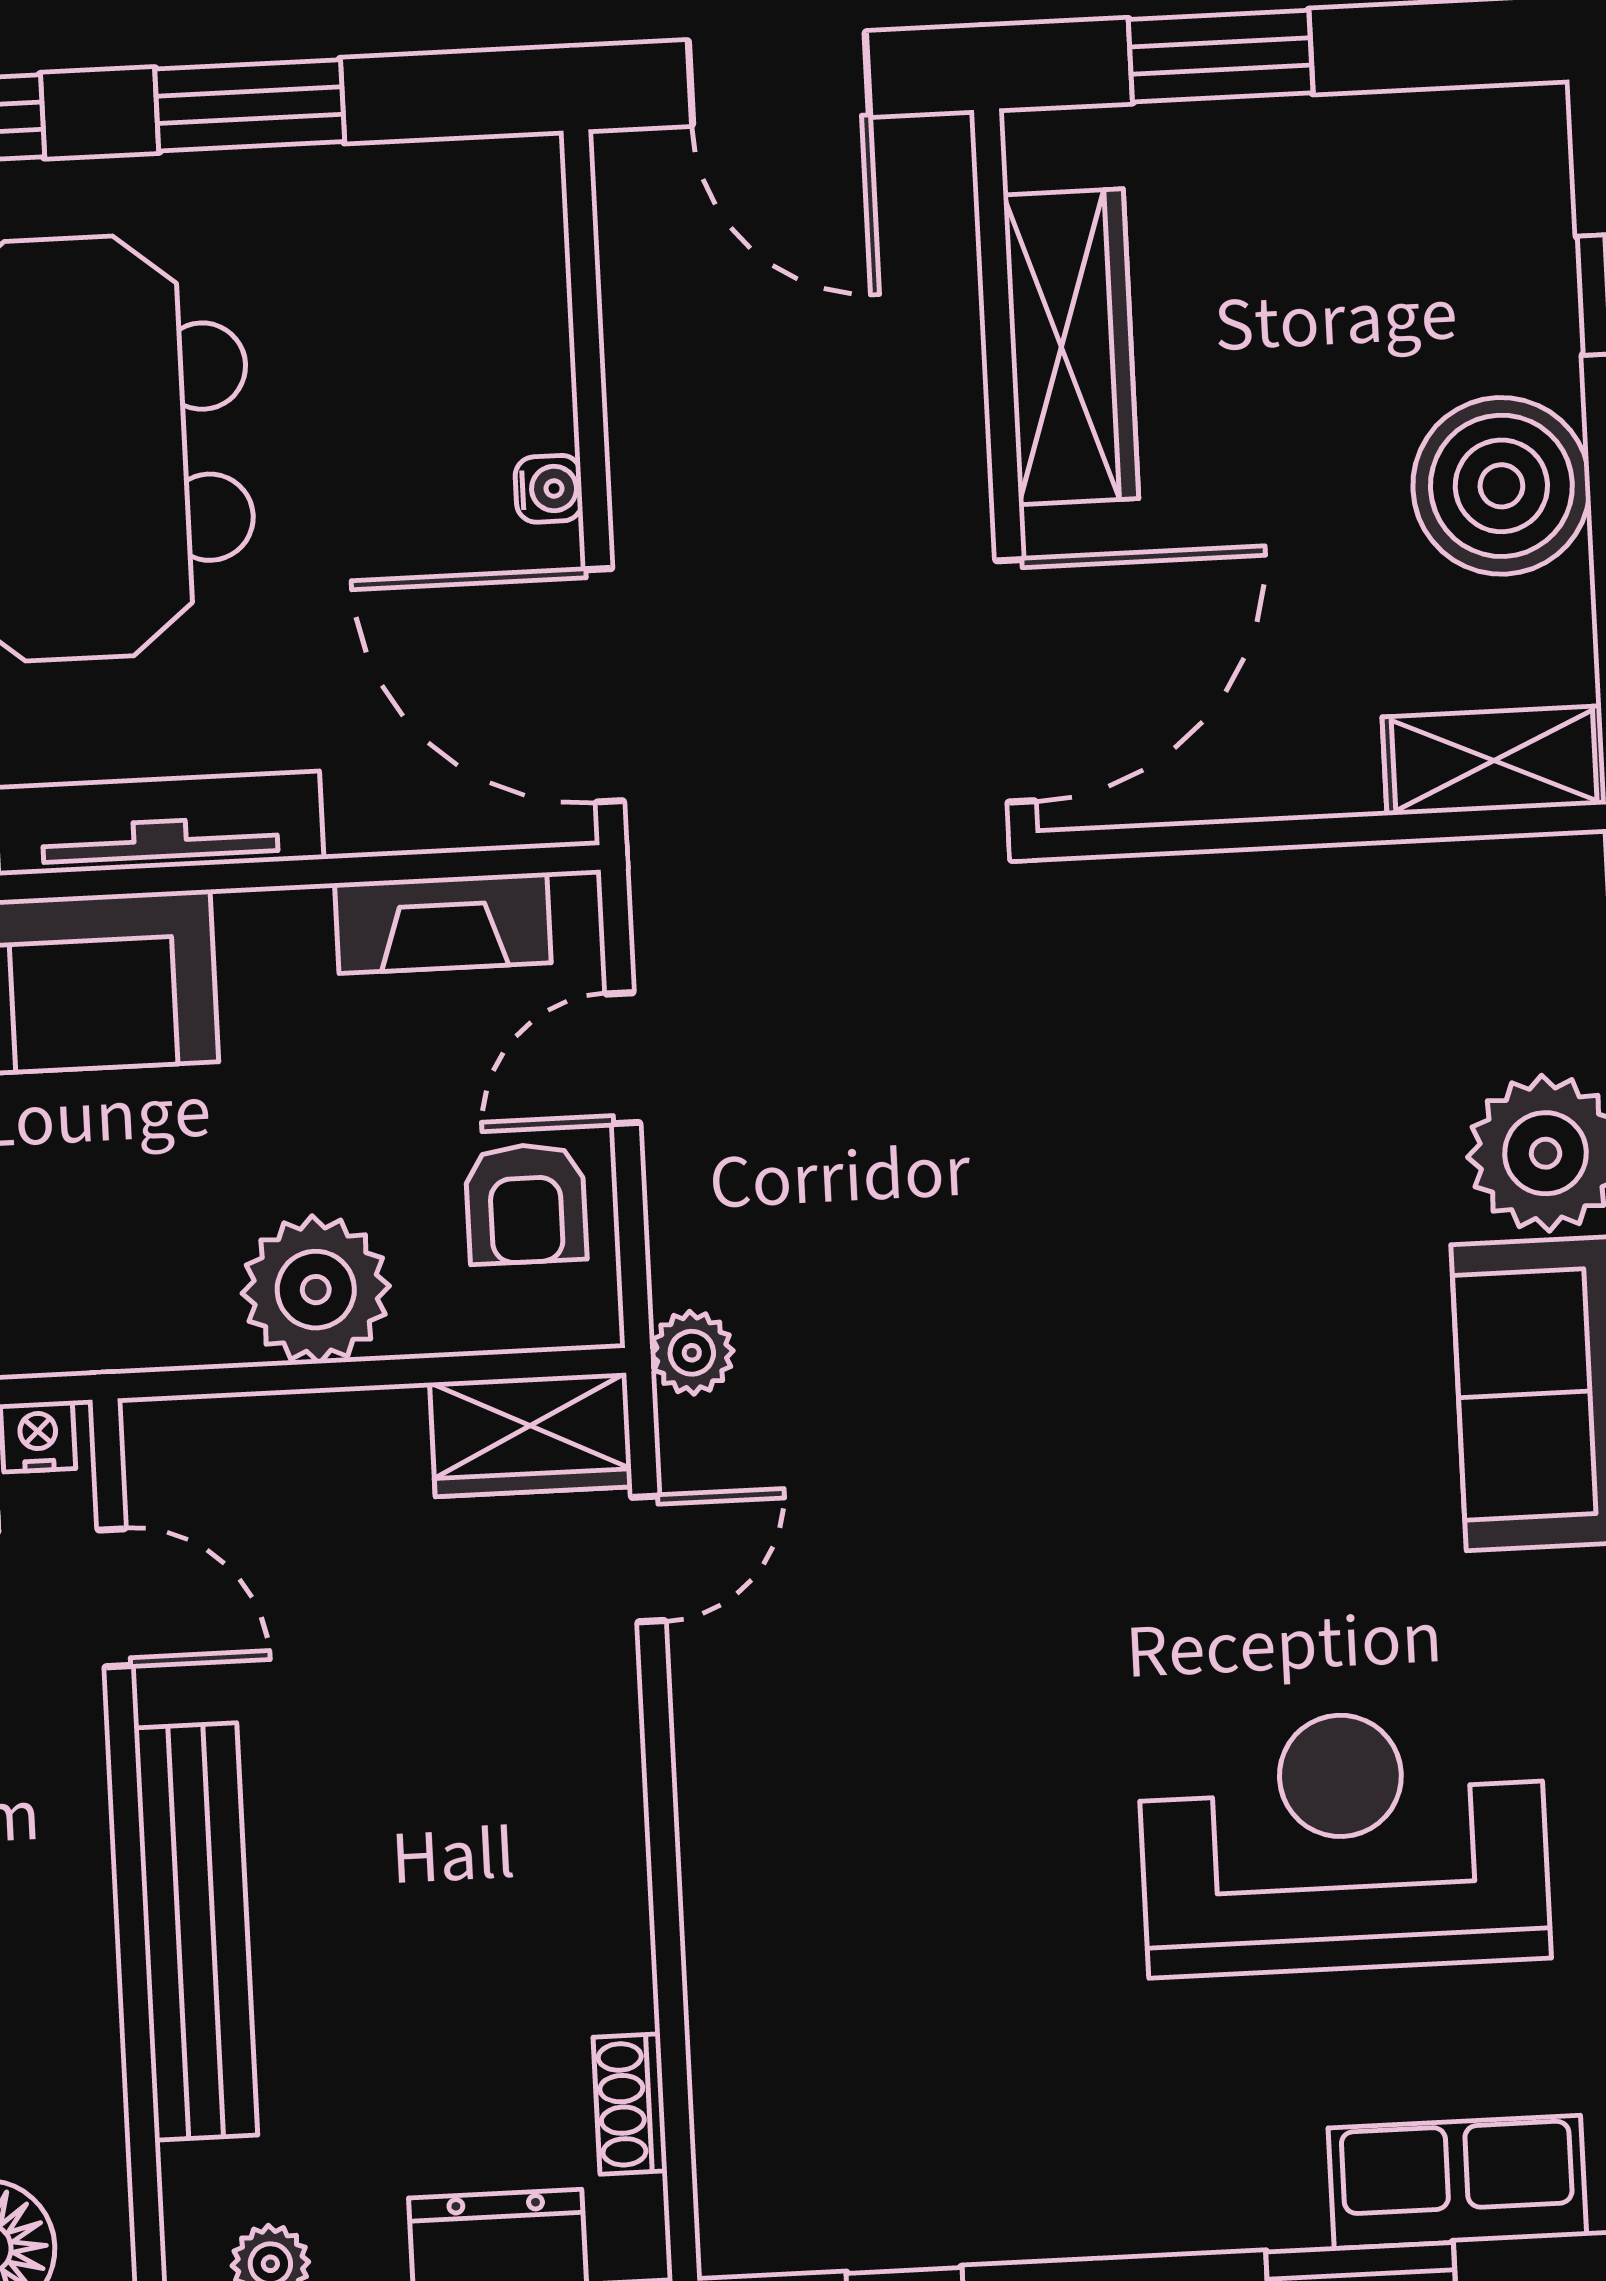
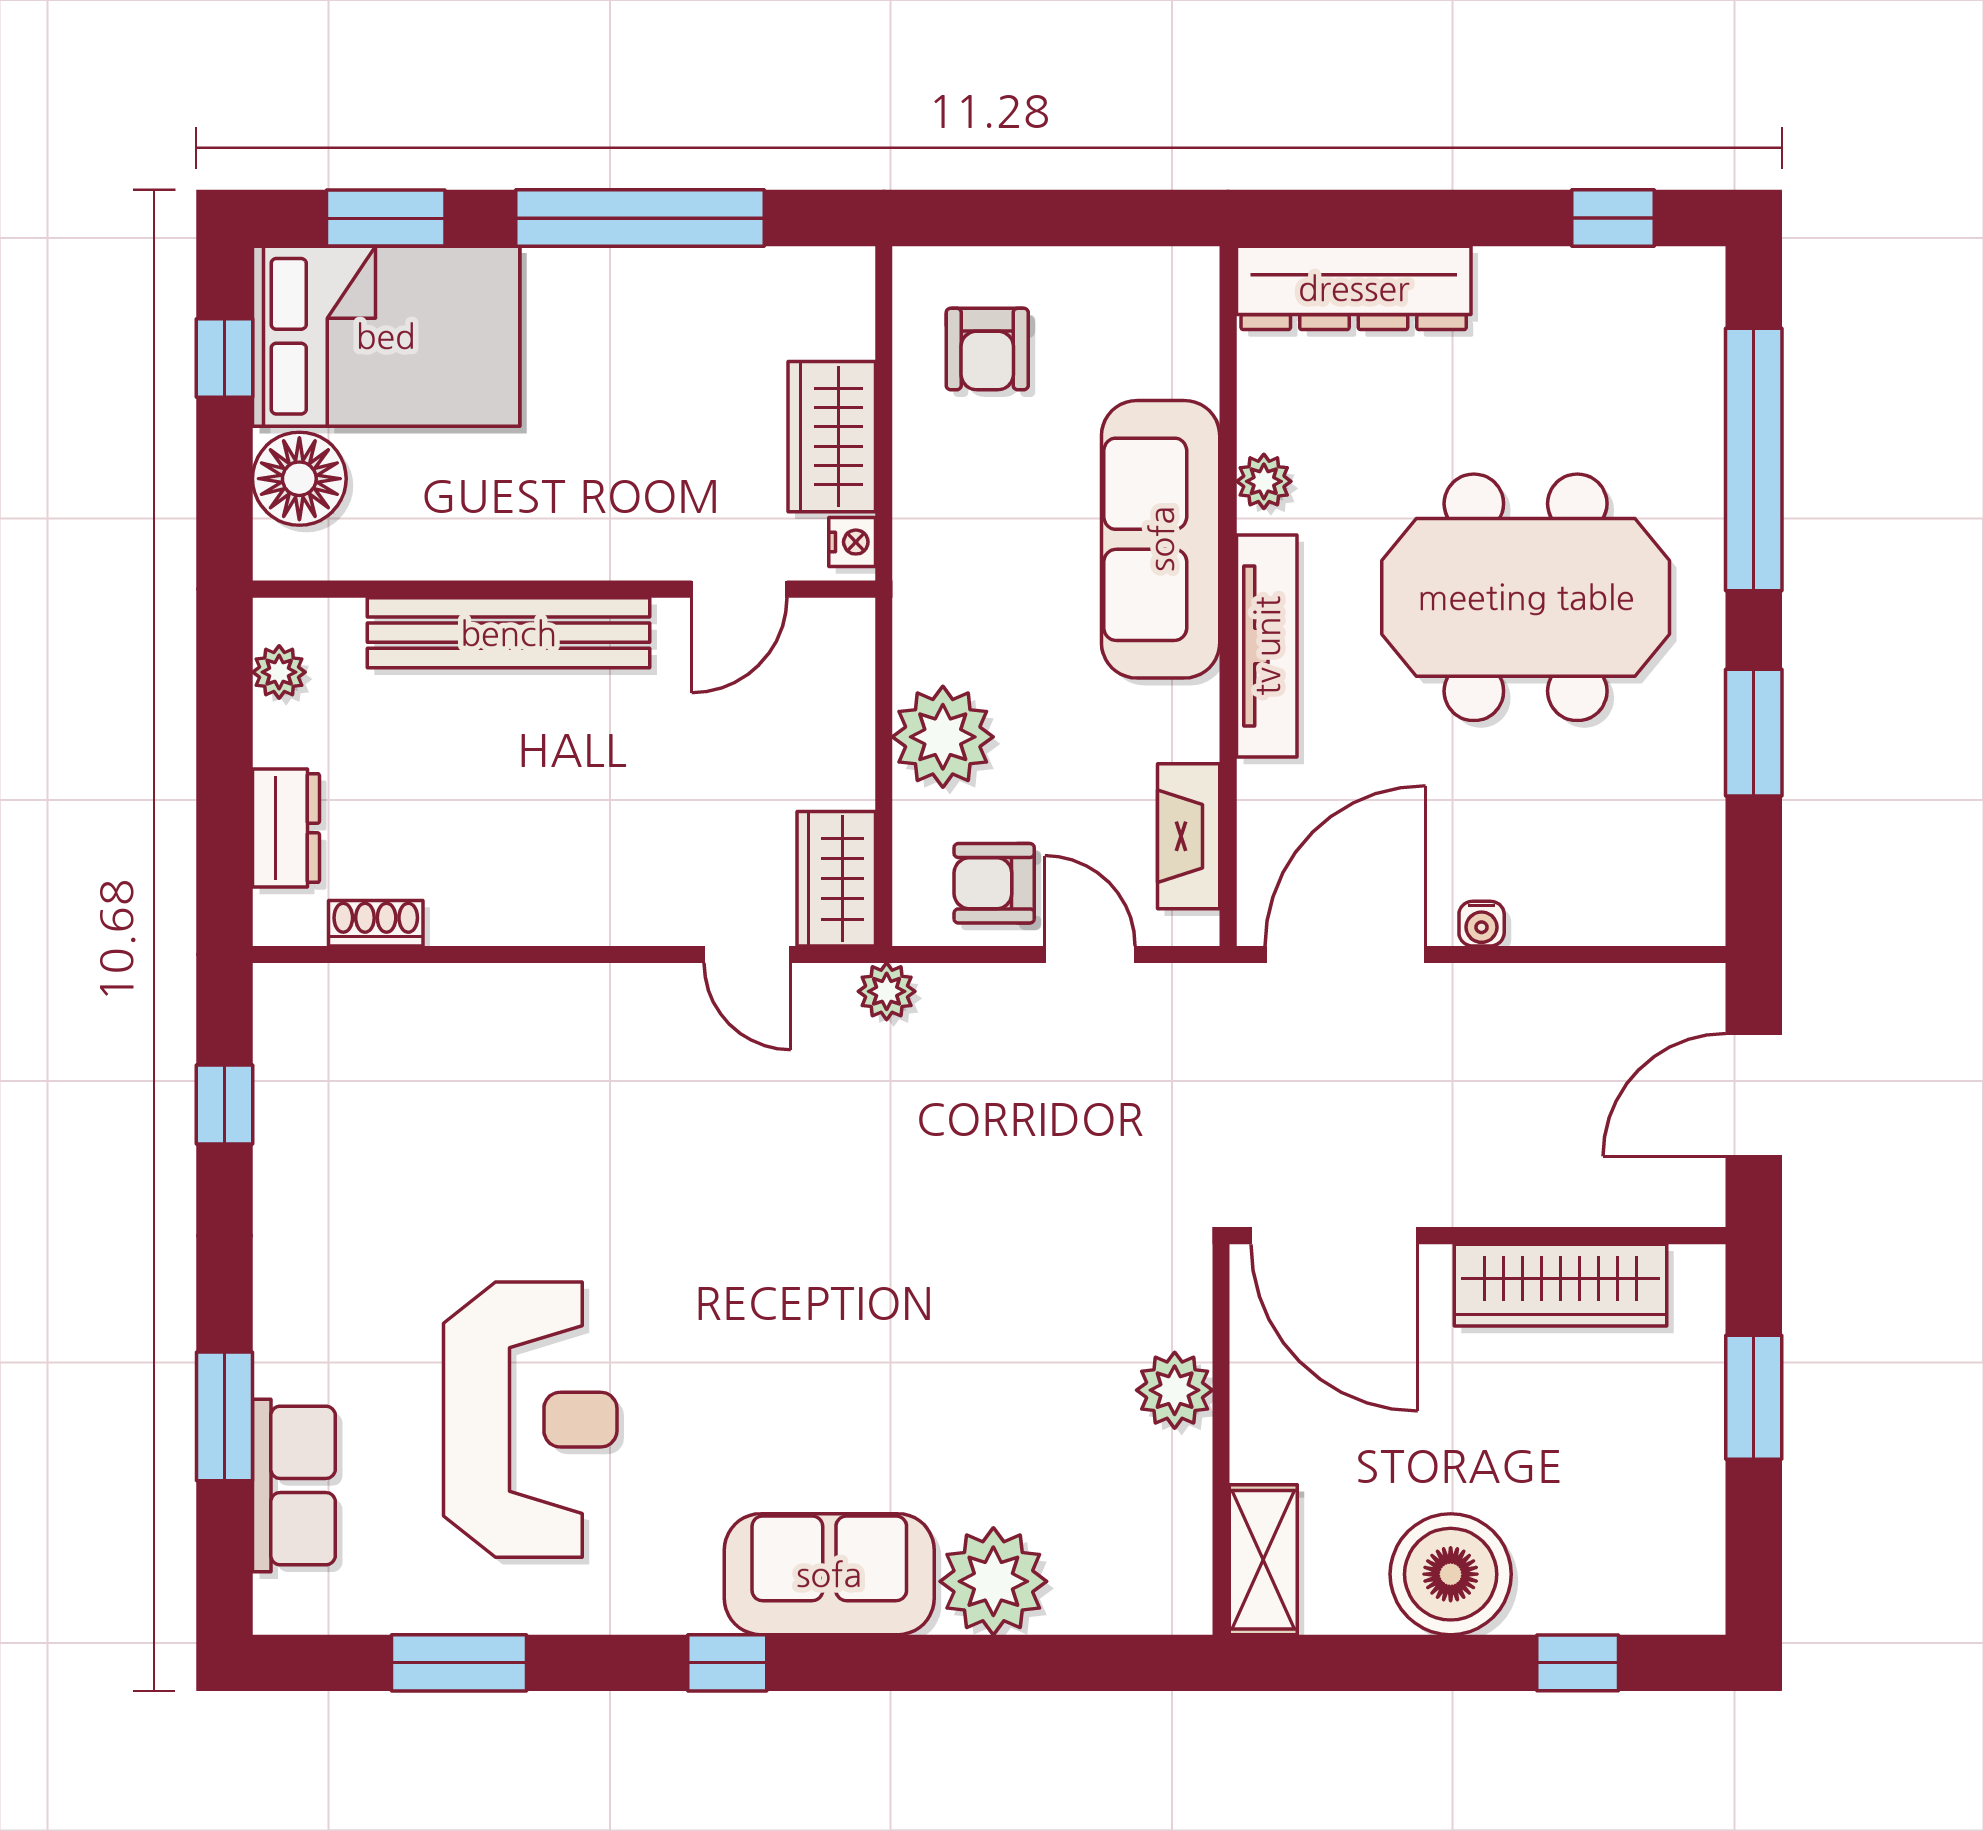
plant: (1253, 903) -> (1175, 1390), added

